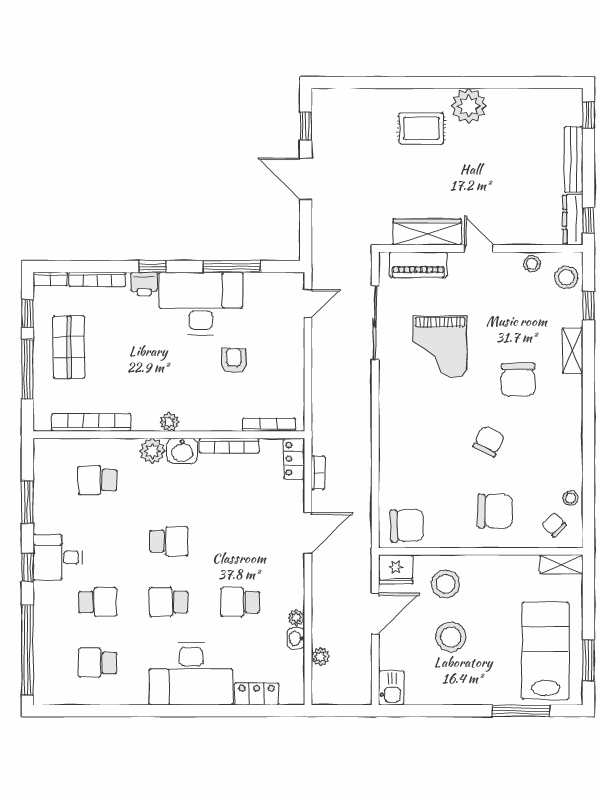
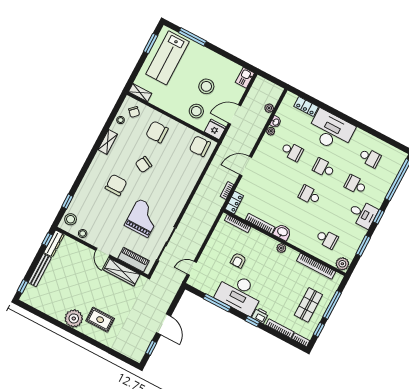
shelving: (573, 350) -> (108, 142), moved
plant: (152, 451) -> (342, 264), moved
school desk: (169, 602) -> (324, 168), turned 180

